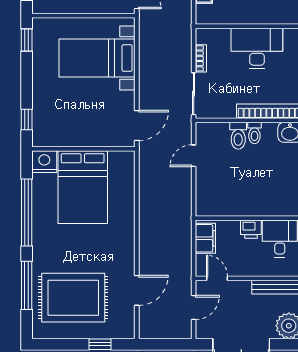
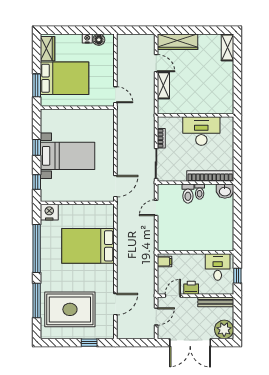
window: (27, 40) -> (37, 147), moved
bed with nightstands: (97, 58) -> (68, 156), moved, turned 180
bed: (83, 187) -> (88, 246), moved, turned 90
printer: (251, 229) -> (191, 288), moved, turned 180
filing cabinet: (205, 238) -> (164, 262), width x0.50
door: (217, 278) -> (173, 296), hinge flipped

